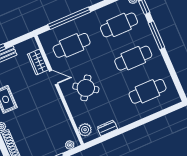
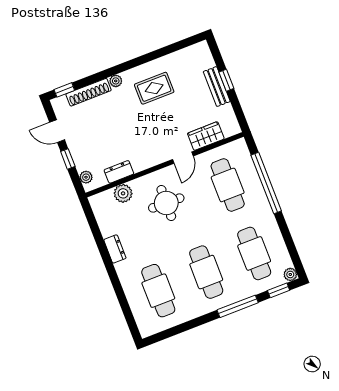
round table: (86, 88) -> (166, 203), turned -32
dresser: (65, 122) -> (119, 172), added
dresser: (107, 128) -> (115, 249), moved
plant: (85, 130) -> (123, 193), moved

